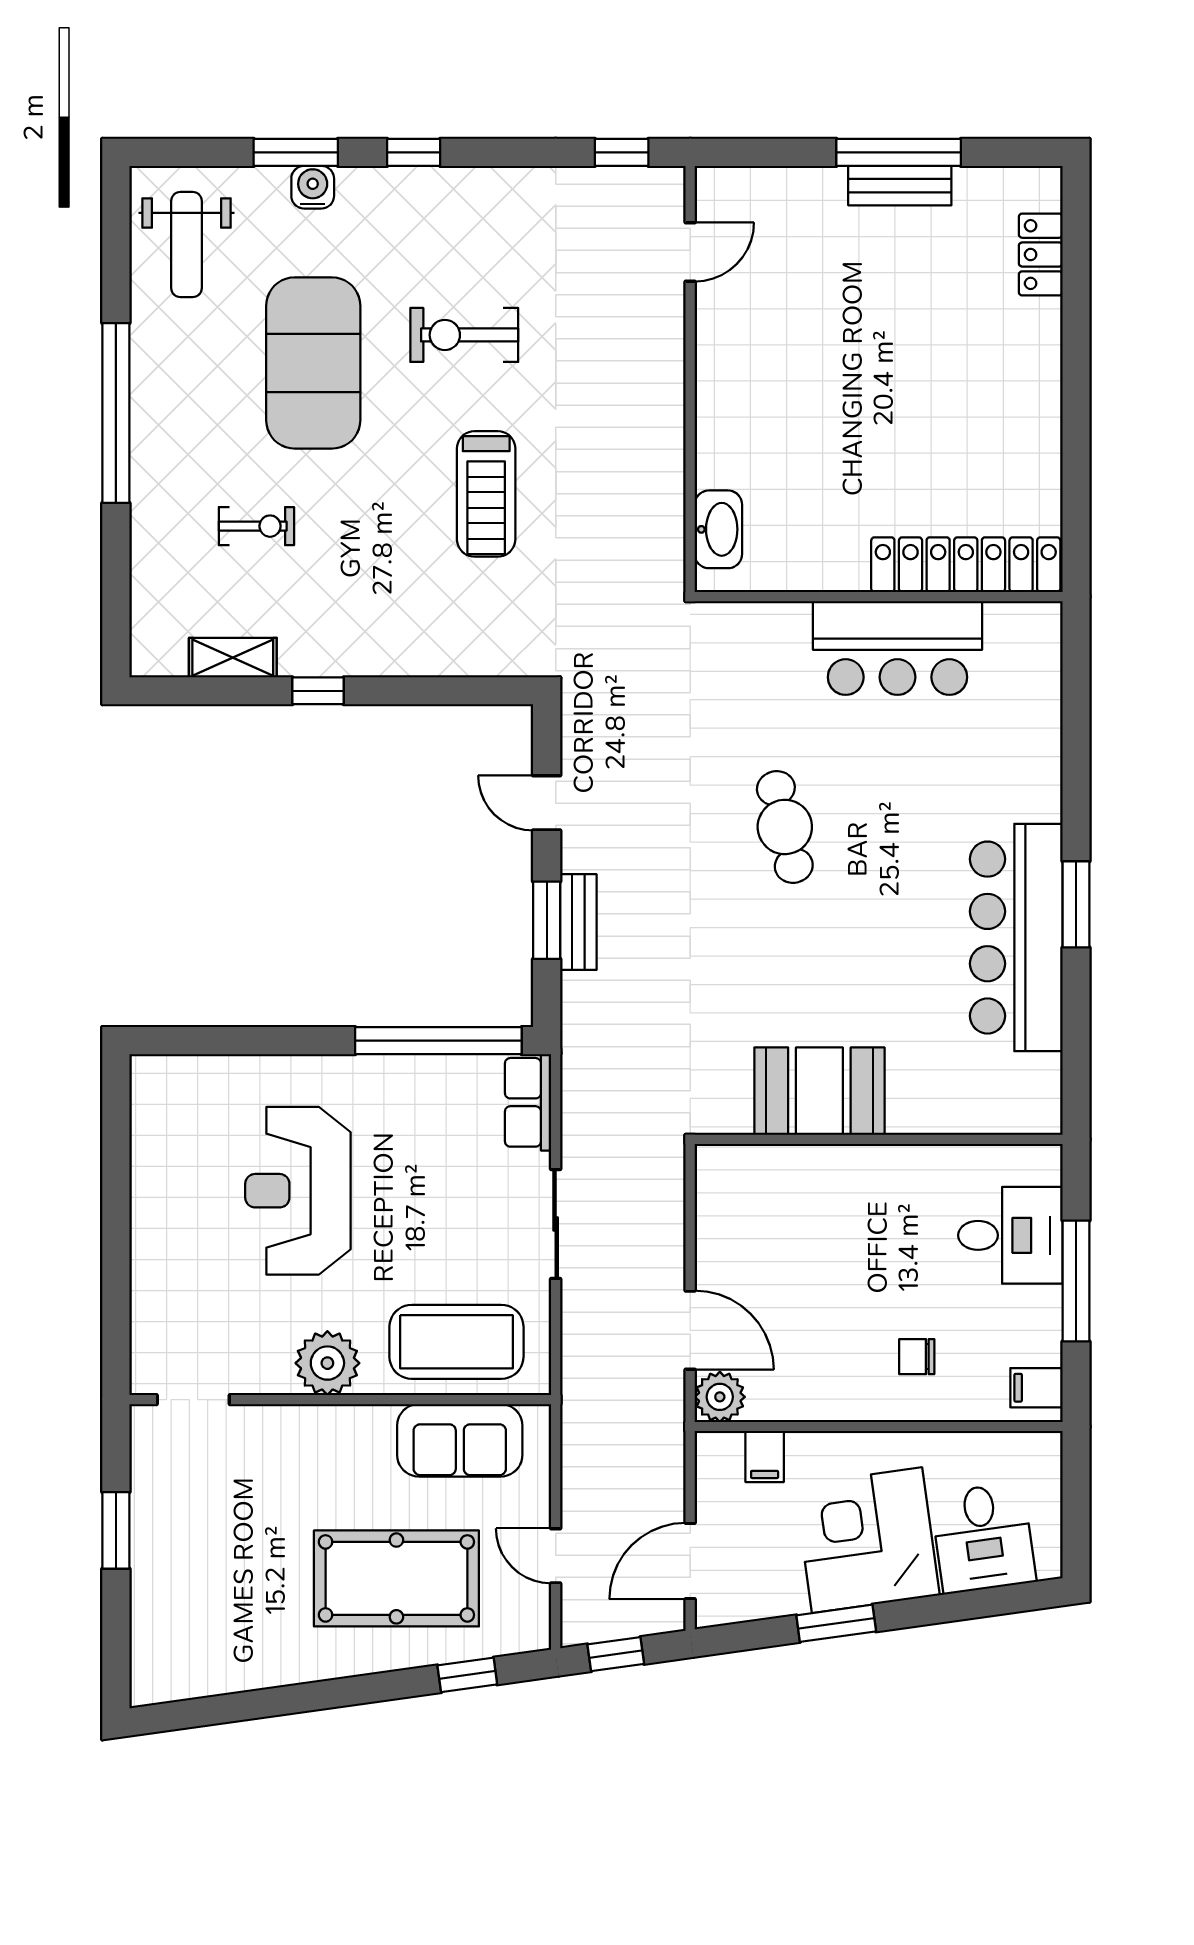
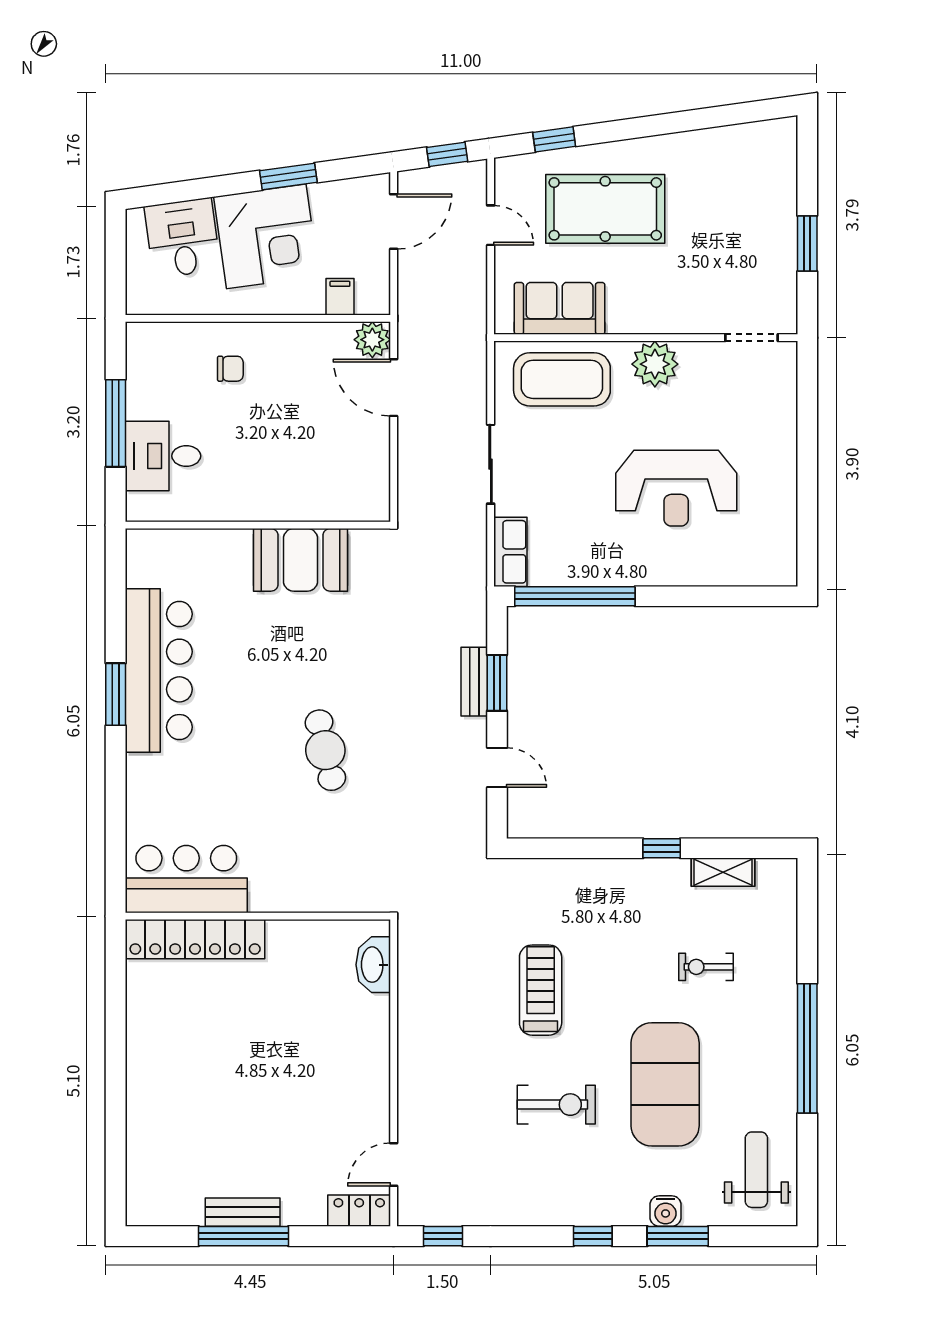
locker: (1041, 255) -> (359, 1211), moved, turned -90
bar counter: (897, 648) -> (186, 879), moved
reception desk: (298, 1191) -> (676, 488), turned 90
filing cabinet: (1036, 1388) -> (144, 346), removed

